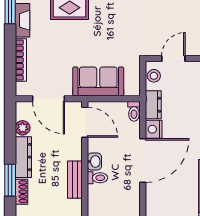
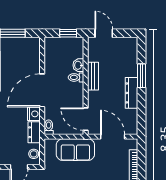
plant: (23, 128) -> (132, 115), removed
washbasin: (94, 161) -> (78, 65), moved
shoe rack: (21, 192) -> (133, 67), removed

